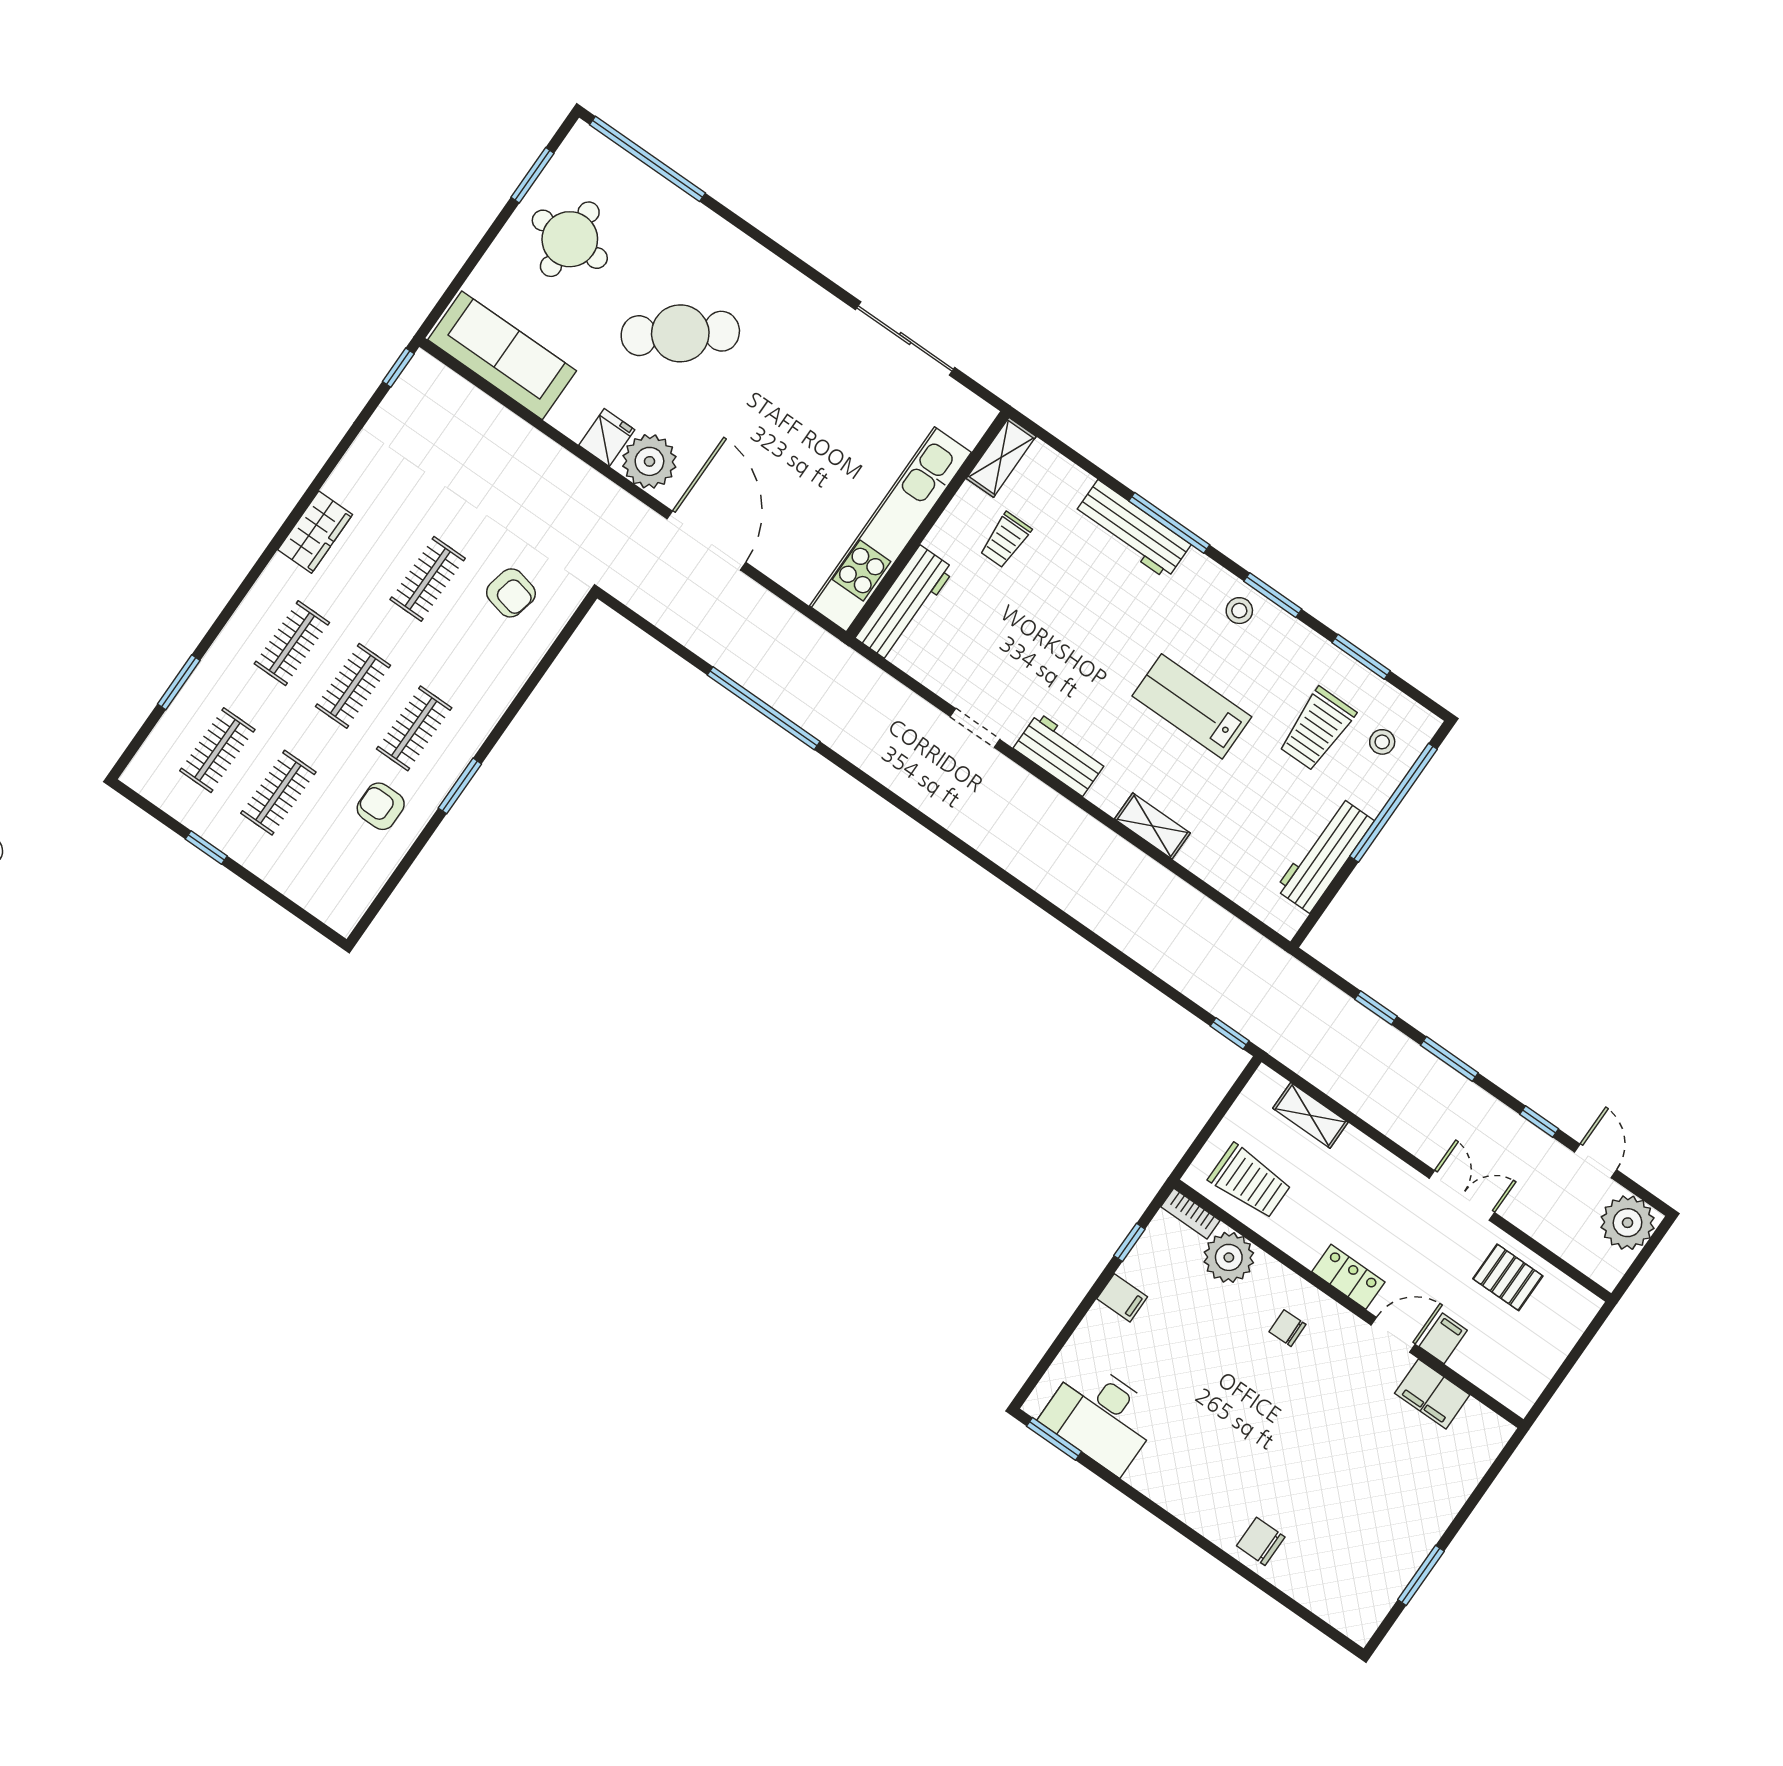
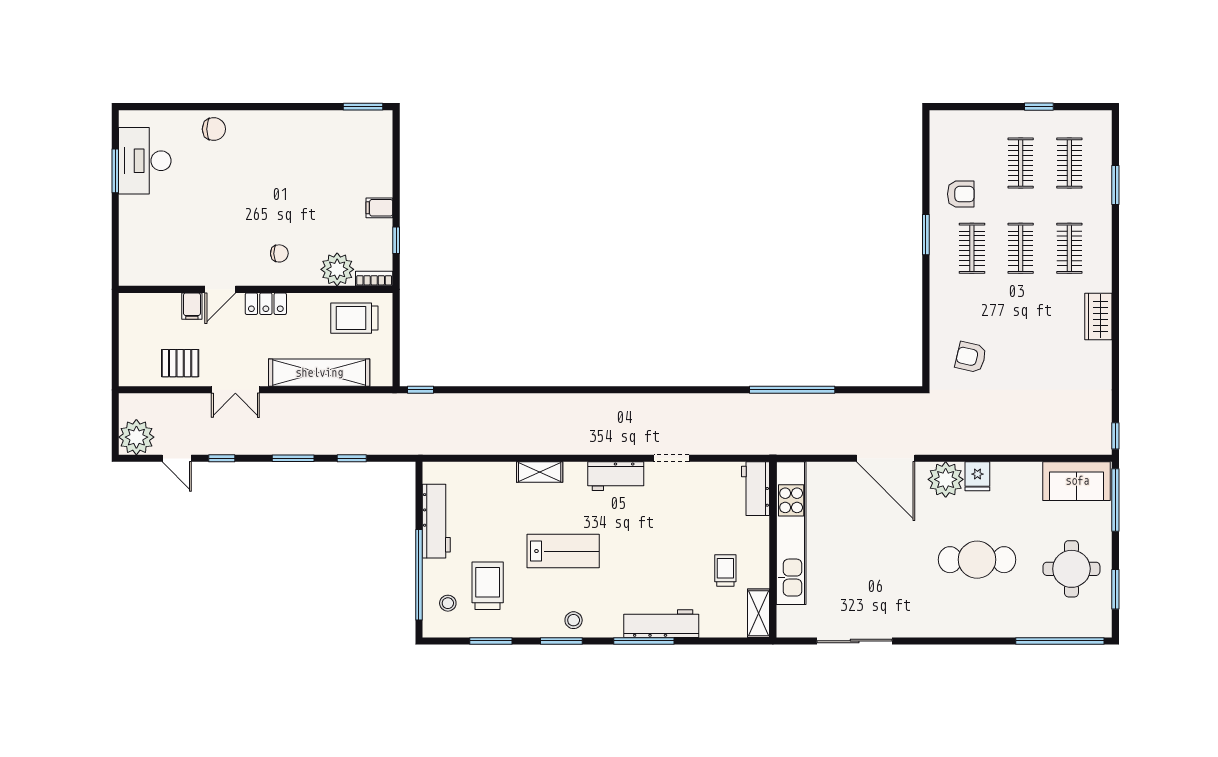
window: (455, 287) -> (1115, 500), added
cafe table: (680, 333) -> (977, 560), turned 38
sofa: (502, 355) -> (1077, 481), width x0.73
clothes rail: (428, 579) -> (1021, 333), removed
workbench: (905, 603) -> (756, 489), width x0.73
shelving: (1310, 1115) -> (319, 373), width x2.20, depth x1.33
filing cabinet: (1432, 1394) -> (177, 272), removed
desk: (1101, 1417) -> (145, 161), moved, turned -90

